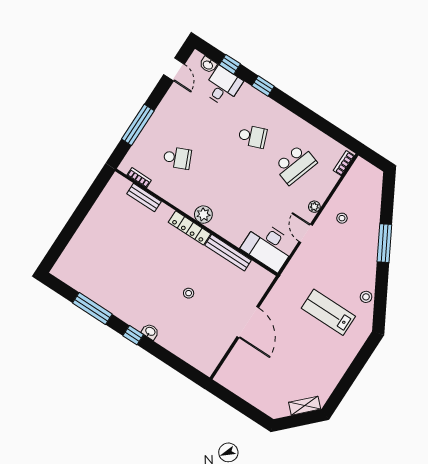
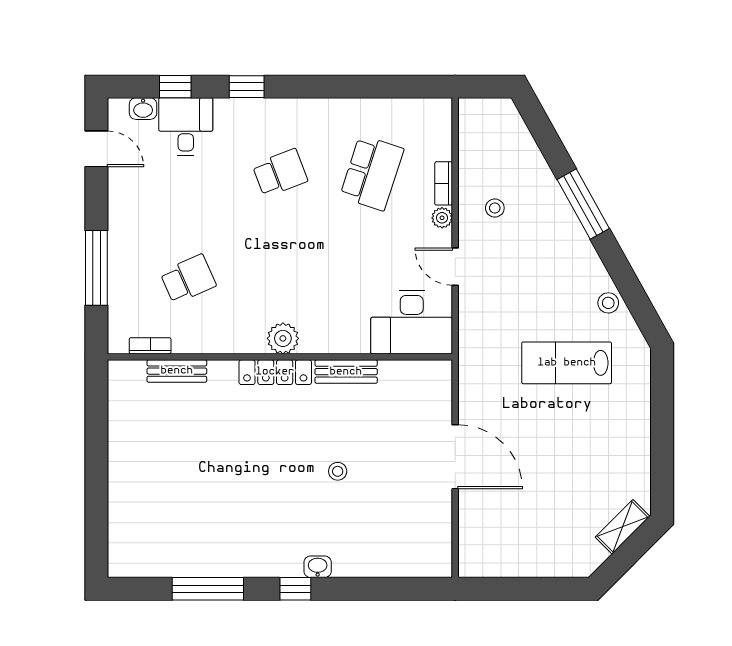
bookcase: (344, 163) -> (444, 183), moved
bench: (228, 253) -> (346, 372), width x0.73

